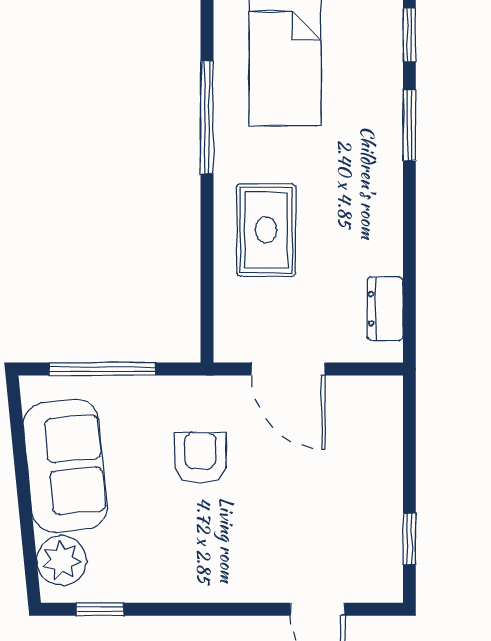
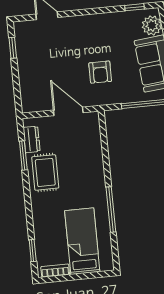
window: (409, 125) -> (23, 156), moved
rug: (266, 230) -> (45, 172), moved

